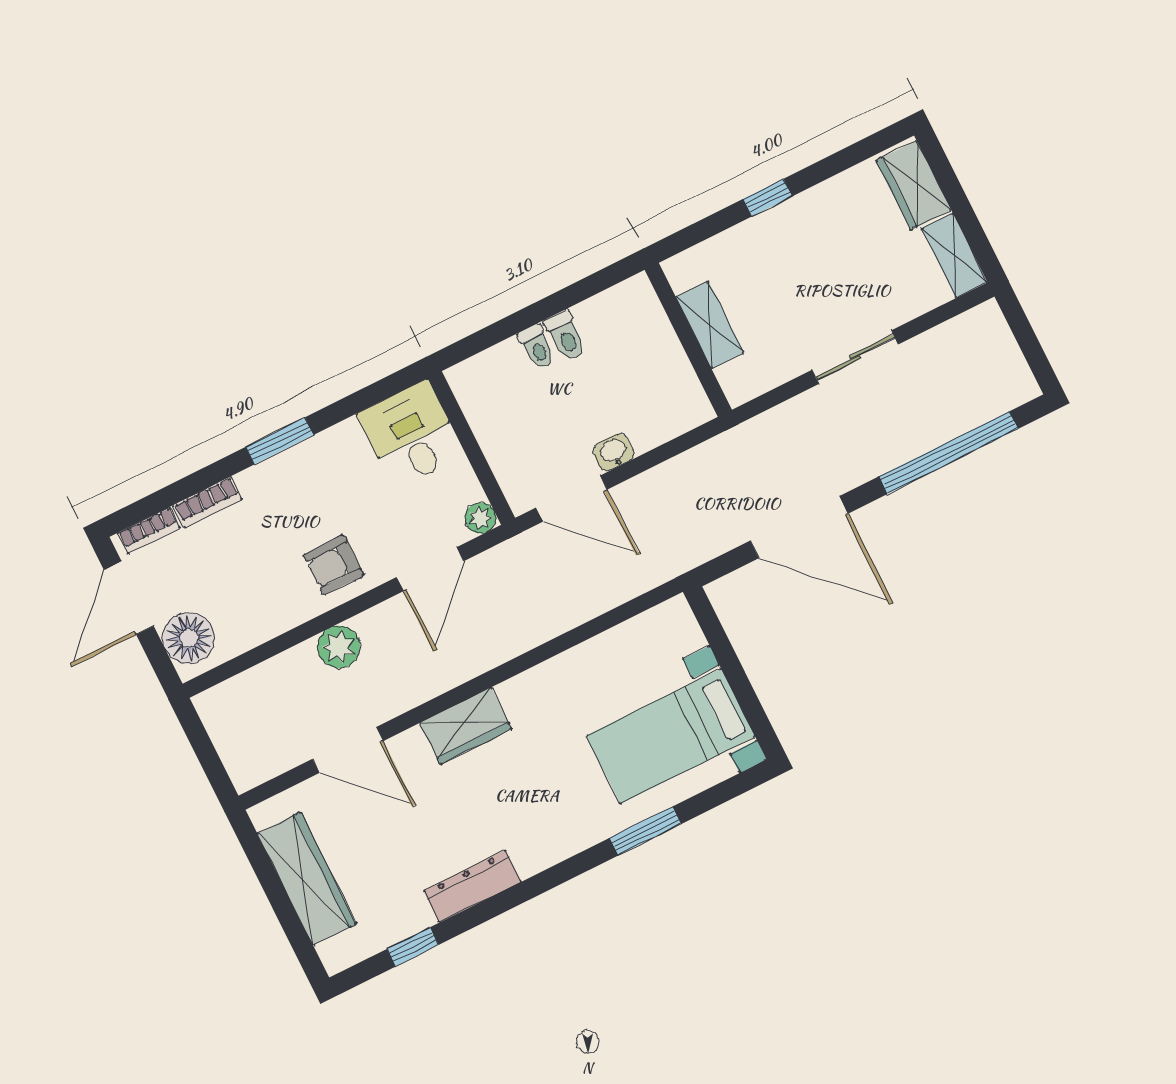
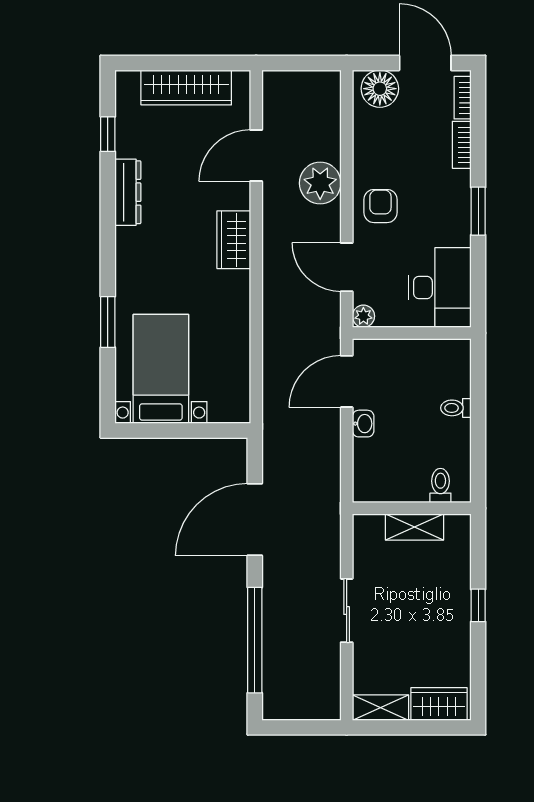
toilet: (565, 336) -> (440, 485), moved, turned 90
desk: (411, 435) -> (440, 287), width x1.37
plant: (339, 647) -> (320, 183), width x1.36, depth x1.36

